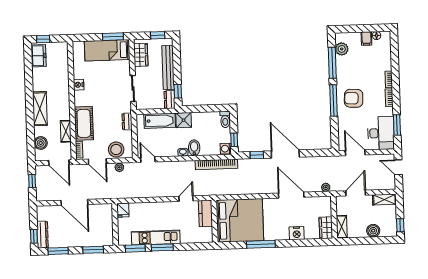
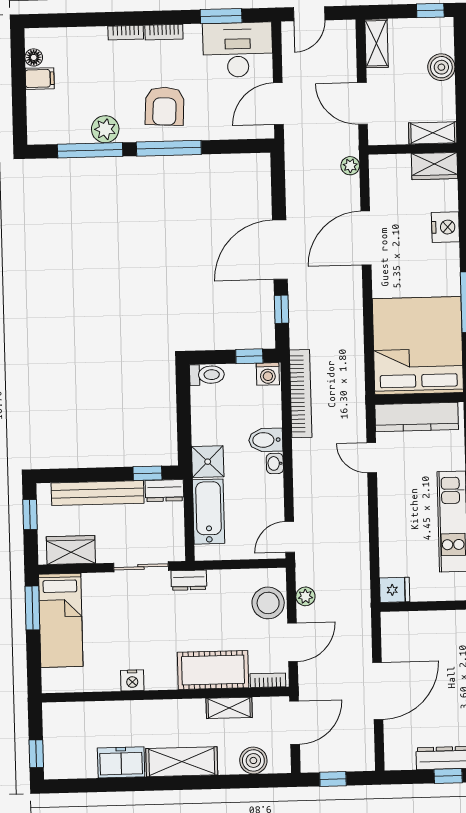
plant: (342, 49) -> (105, 129), moved
freezer: (38, 56) -> (121, 762), moved
dresser: (127, 121) -> (189, 580), moved
kitchen counter: (205, 213) -> (417, 417), width x1.50

